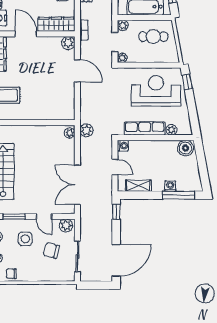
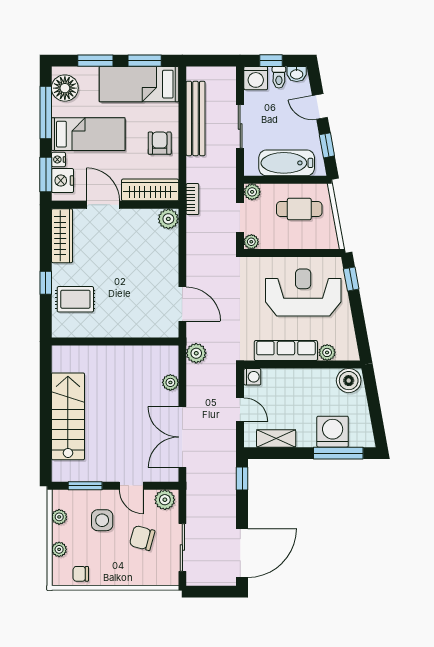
door: (77, 71) -> (182, 304), moved
plant: (70, 133) -> (170, 382), moved
washing machine: (170, 186) -> (333, 432), width x1.89, depth x1.89

